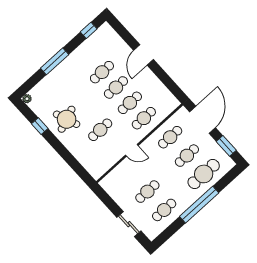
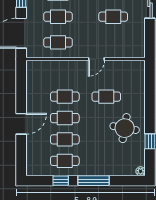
window: (89, 30) -> (61, 181), moved
cafe table: (144, 118) -> (65, 161), moved
round table: (67, 119) -> (125, 128), turned 31
door: (132, 150) -> (96, 59), swing flipped

